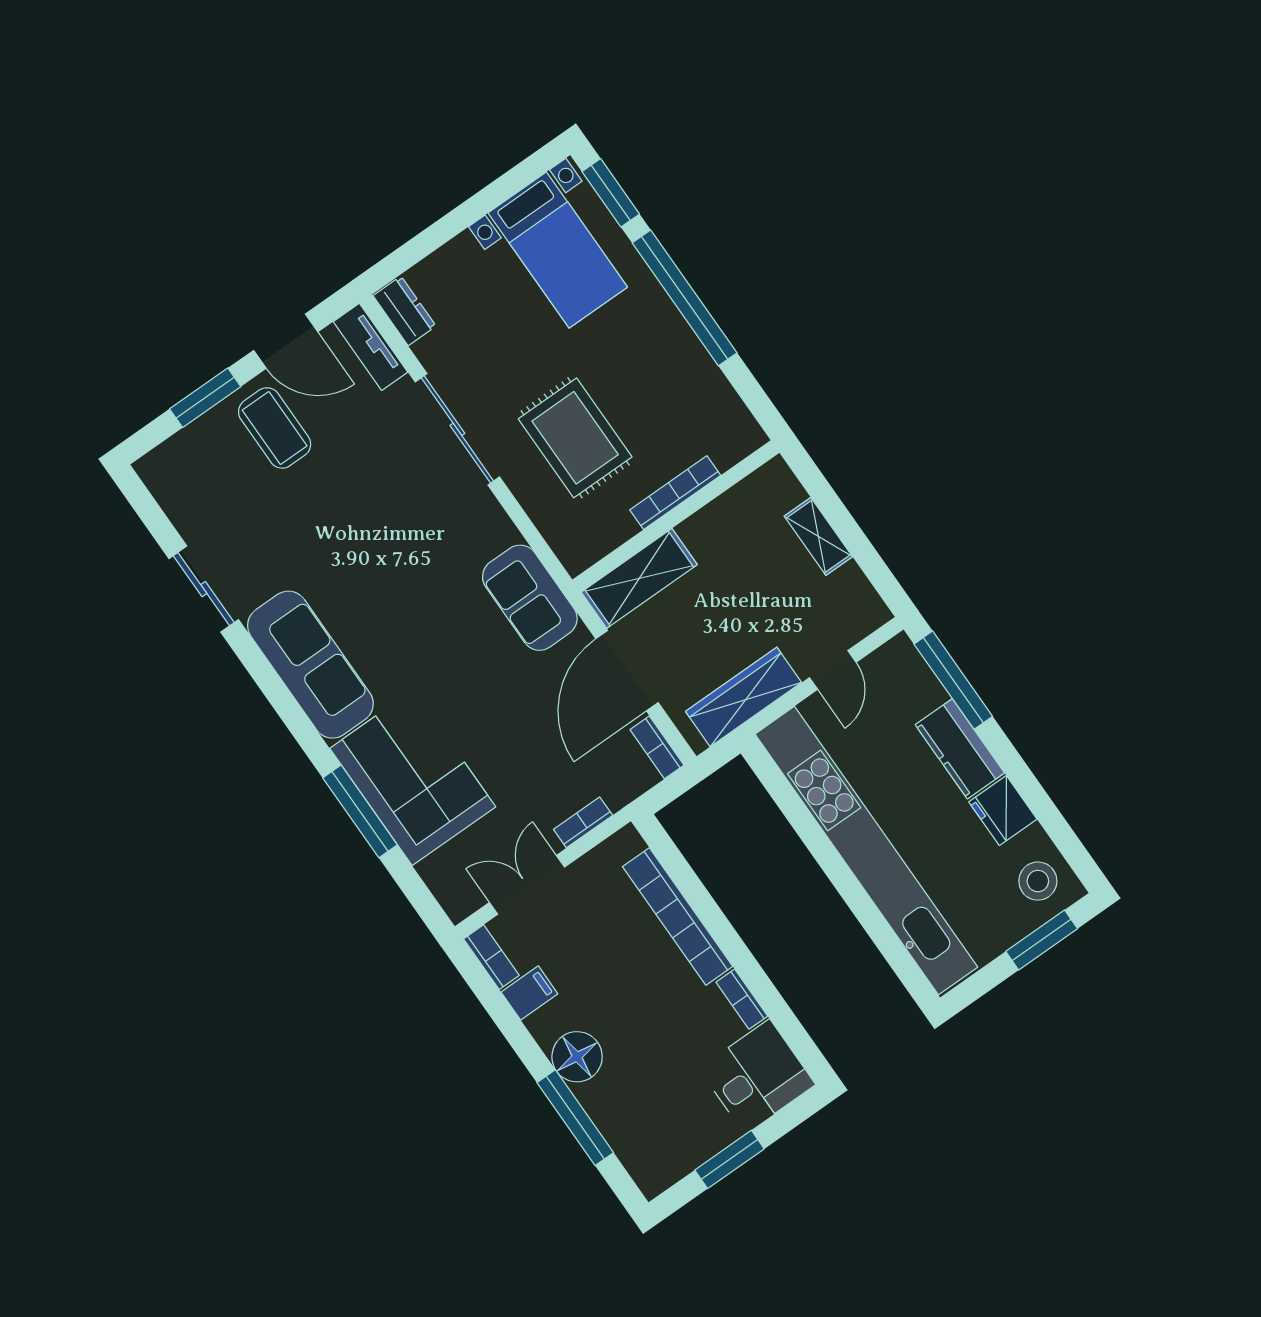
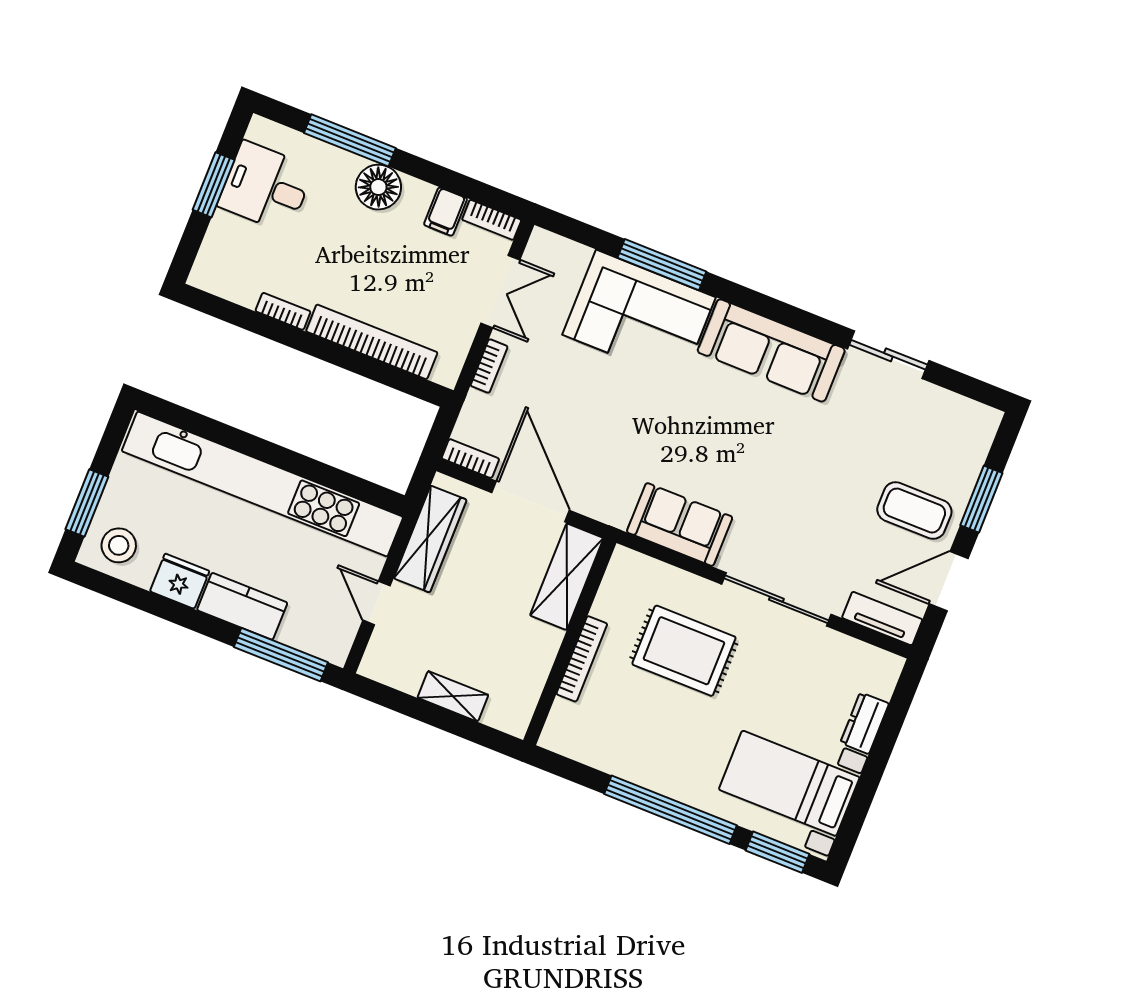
dresser: (405, 311) -> (865, 723), moved, turned 90
sofa: (530, 598) -> (680, 524), moved
desk: (757, 1077) -> (266, 187), moved, turned 90

